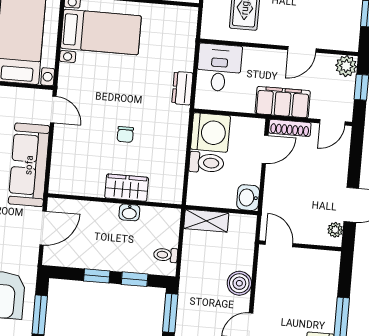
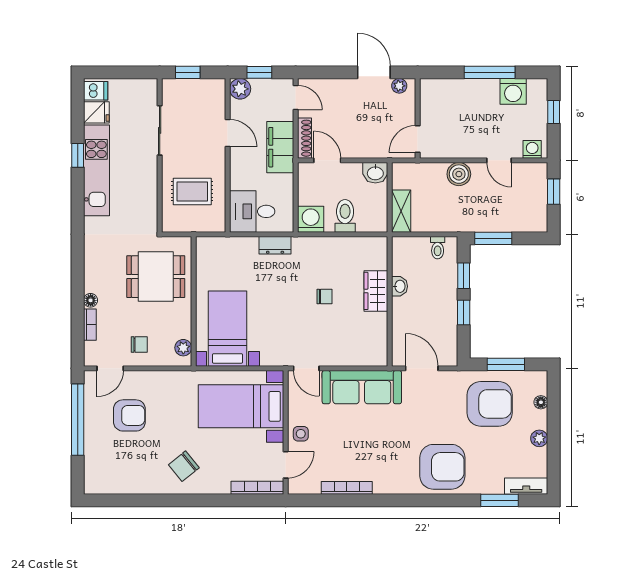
door: (53, 109) -> (306, 368), swing flipped
washing machine: (210, 132) -> (311, 219), width x0.73, depth x0.73

